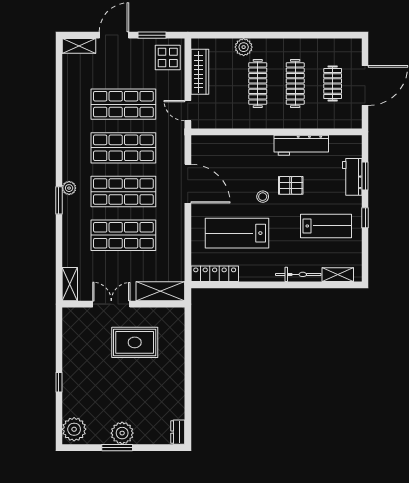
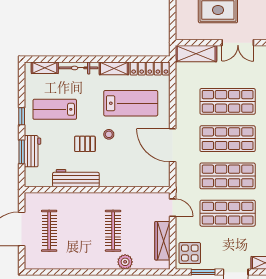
clothes rail: (295, 83) -> (81, 231), removed
clothes rail: (333, 83) -> (49, 231), width x1.36
shelving: (257, 274) -> (114, 68), added

